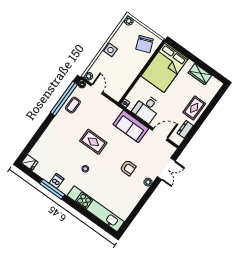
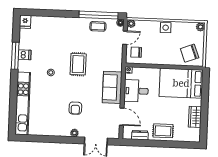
chair: (115, 88) -> (136, 52), added

